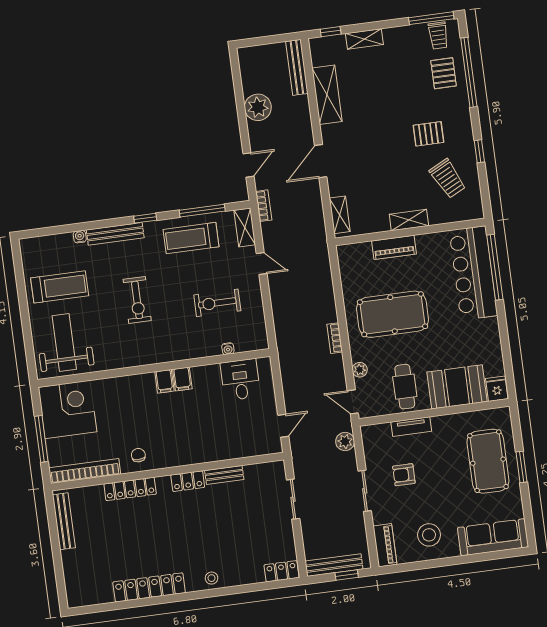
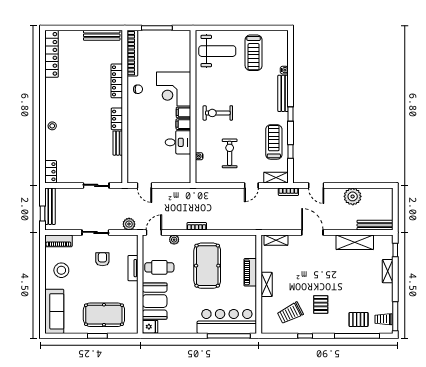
window: (202, 211) -> (291, 152), width x0.46
exercise bike: (137, 300) -> (218, 113), moved
desk: (240, 380) -> (178, 142), moved
corner desk: (67, 410) -> (174, 89), moved, turned 90
locker: (149, 587) -> (52, 54), moved

